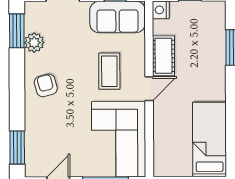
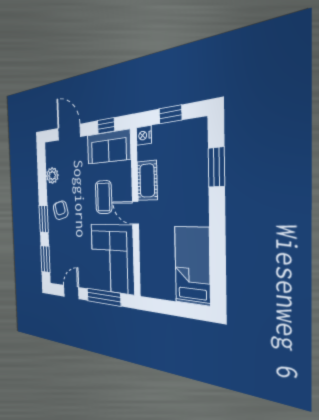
window: (17, 31) -> (44, 219), moved
door: (149, 89) -> (135, 213), swing flipped

